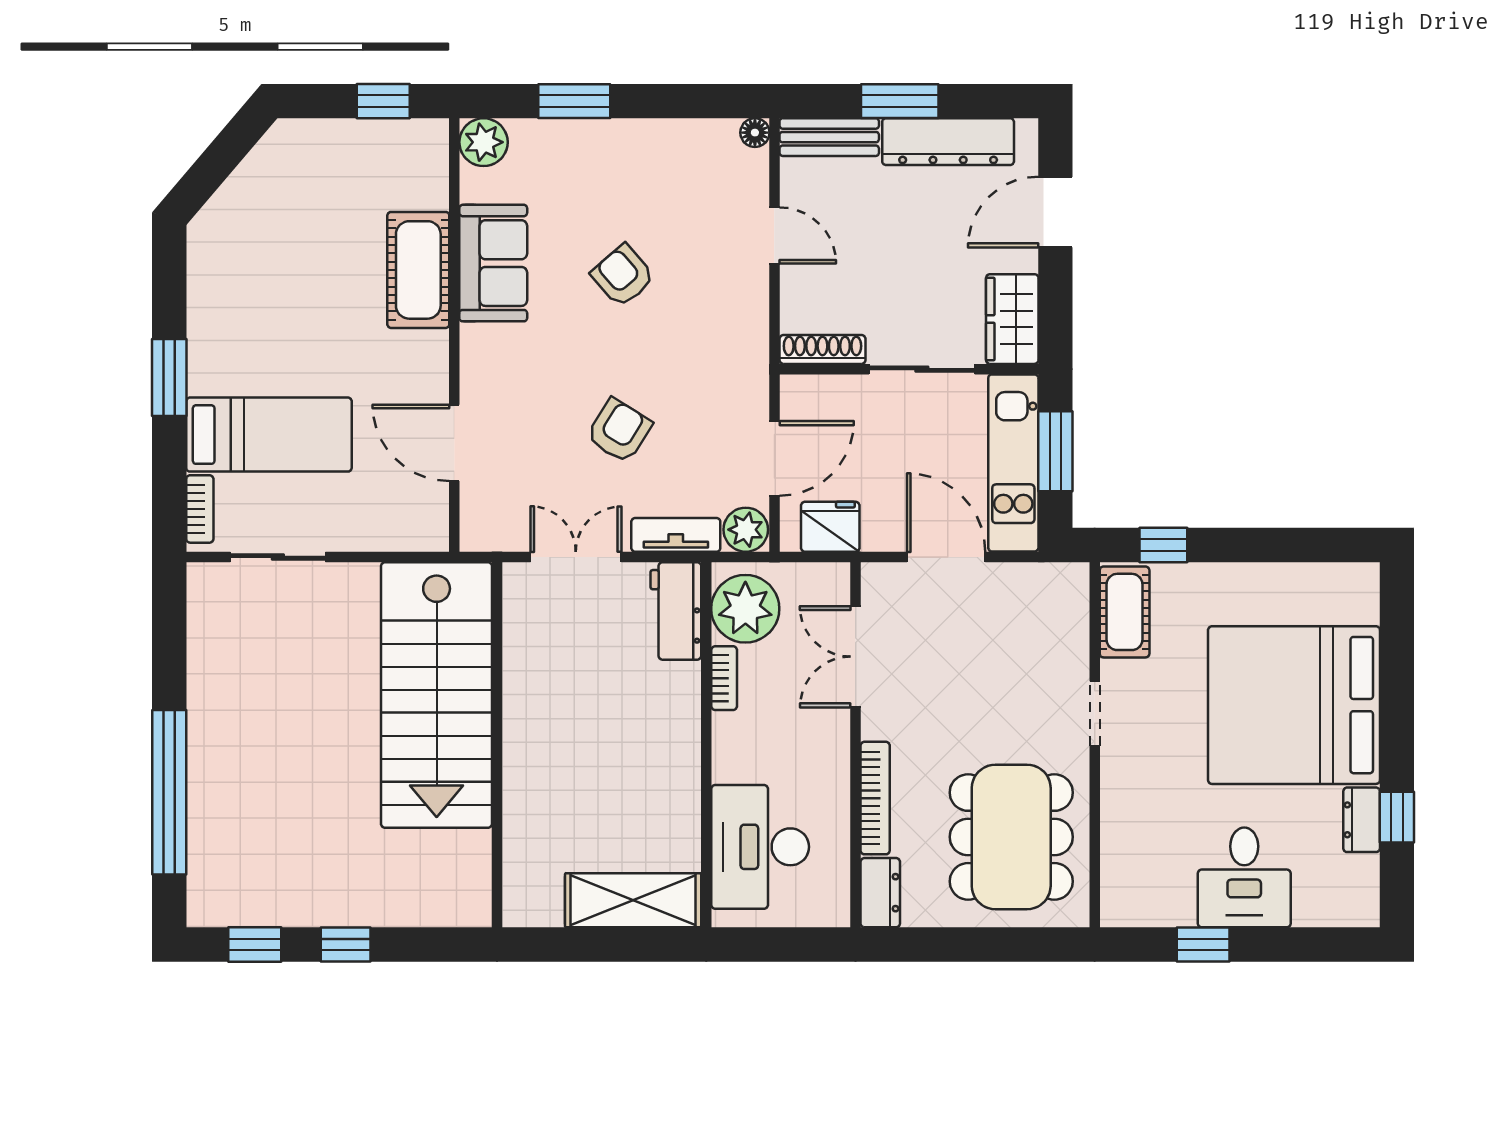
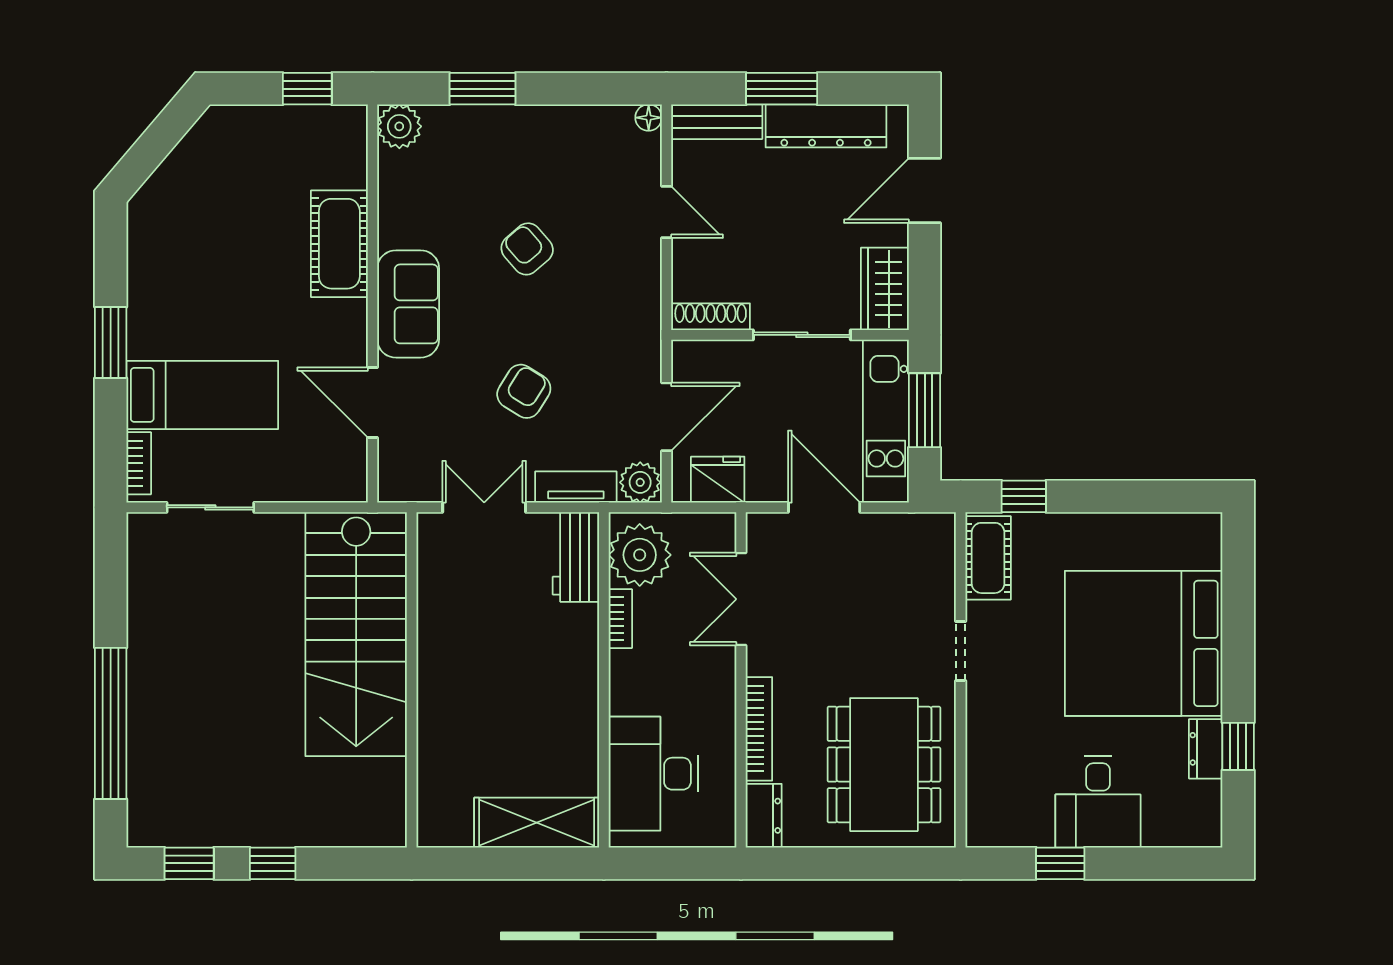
sofa: (493, 263) -> (408, 304), moved

